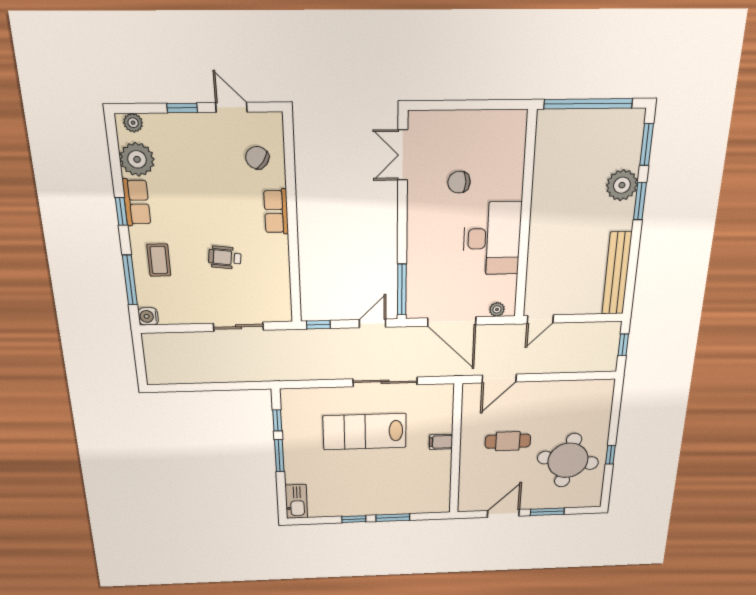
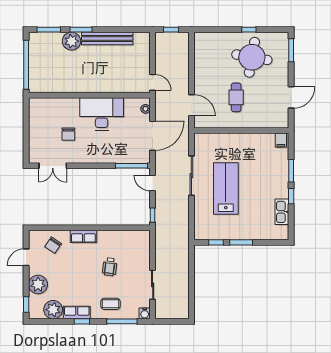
window: (182, 108) -> (26, 305), moved
plant: (133, 123) -> (38, 284), moved, width x1.88, depth x1.88
bench: (617, 273) -> (107, 38), moved
sliding door: (238, 327) -> (153, 285), moved
lab bench: (365, 432) -> (226, 188), turned 180
filing cabinet: (441, 442) -> (281, 140), moved
kitchen sink: (296, 501) -> (282, 212), moved, turned -90
window: (547, 512) -> (291, 50), moved
door: (503, 513) -> (291, 97), swing flipped

